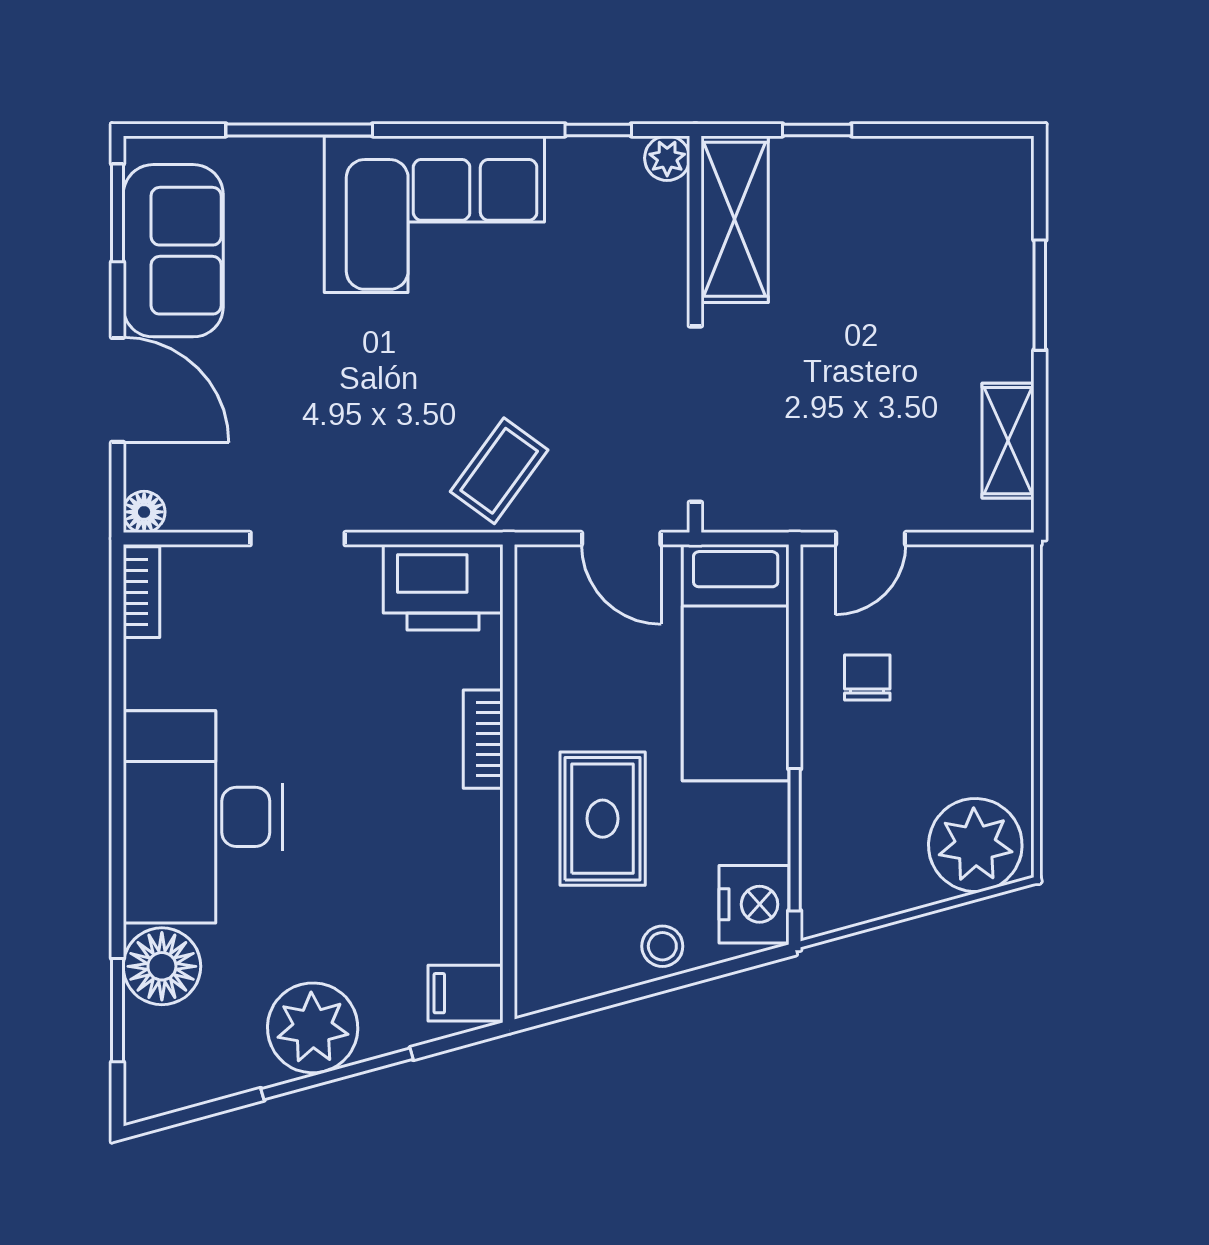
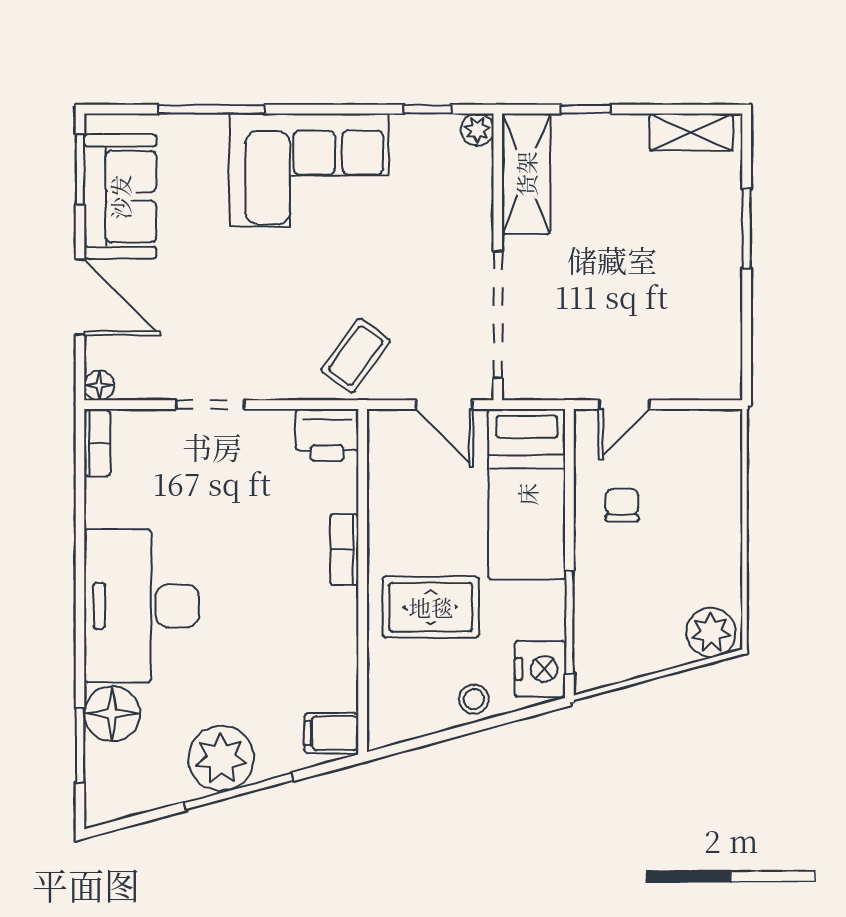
shelving: (1008, 441) -> (691, 132), moved, turned 90
printer: (443, 587) -> (327, 435), width x0.73, depth x0.84
rug: (603, 819) -> (431, 607), turned 90
plant: (975, 845) -> (711, 632), width x0.73, depth x0.73

